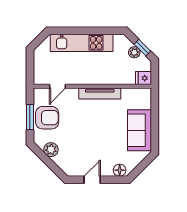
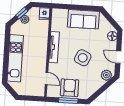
side table: (88, 133) -> (83, 58), added
plant: (51, 150) -> (106, 75), moved

